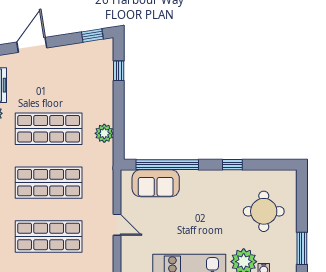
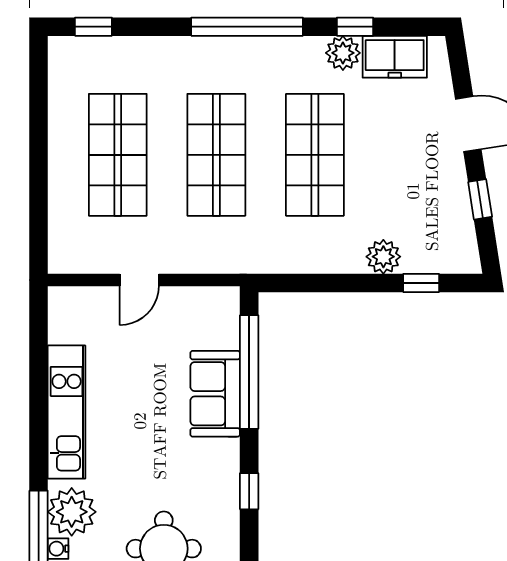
window: (92, 35) -> (480, 199), moved
plant: (104, 133) -> (383, 257), moved
sofa: (156, 183) -> (215, 394), moved

